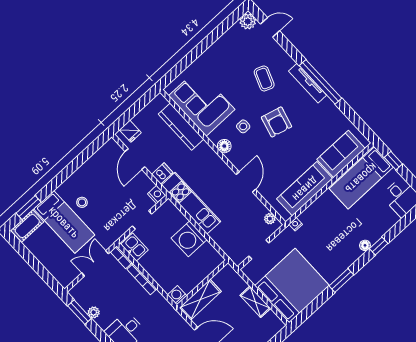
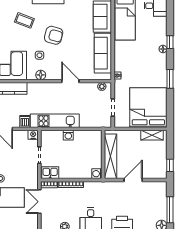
washing machine: (189, 239) -> (68, 135), width x0.53, depth x0.53
shelving: (200, 300) -> (111, 156), width x1.47
shelving: (255, 302) -> (152, 135), moved

